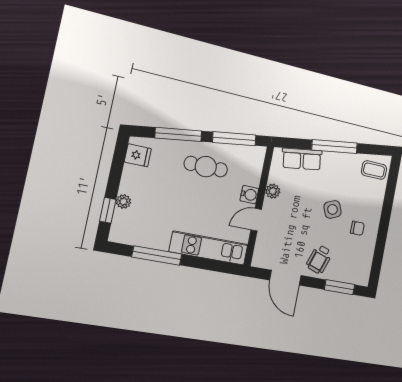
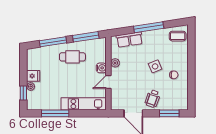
fridge: (138, 155) -> (33, 76), moved

